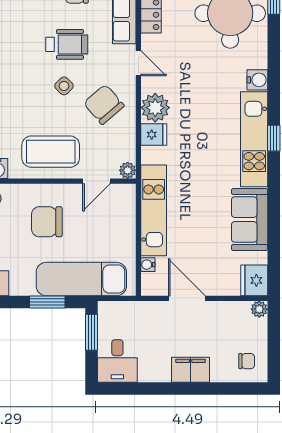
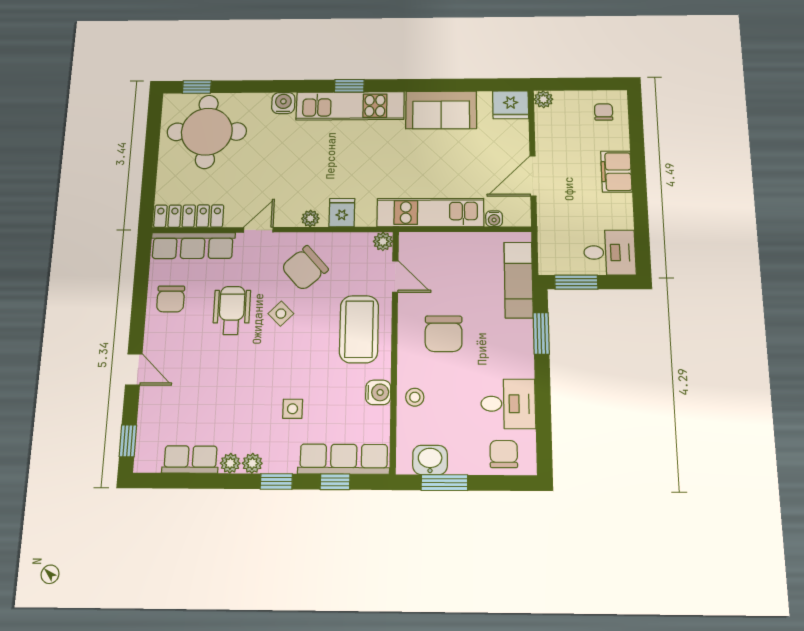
plant: (155, 108) -> (310, 218), width x0.53, depth x0.53
exam couch: (81, 279) -> (519, 280), width x0.73, depth x0.69

